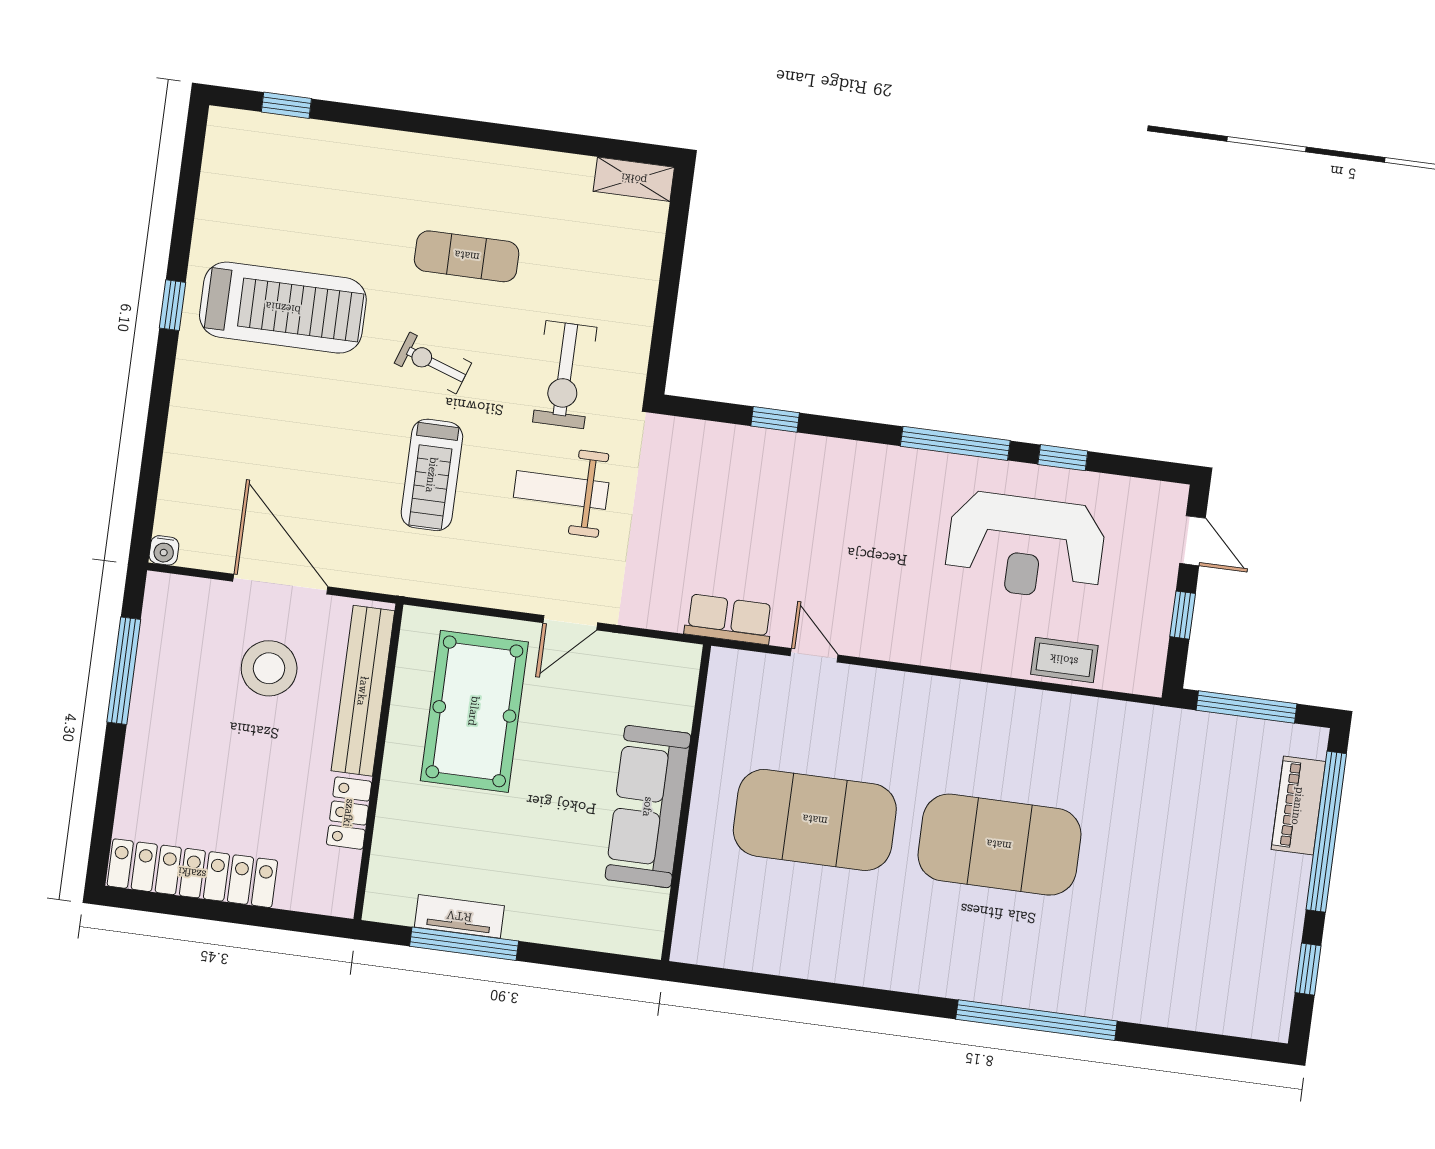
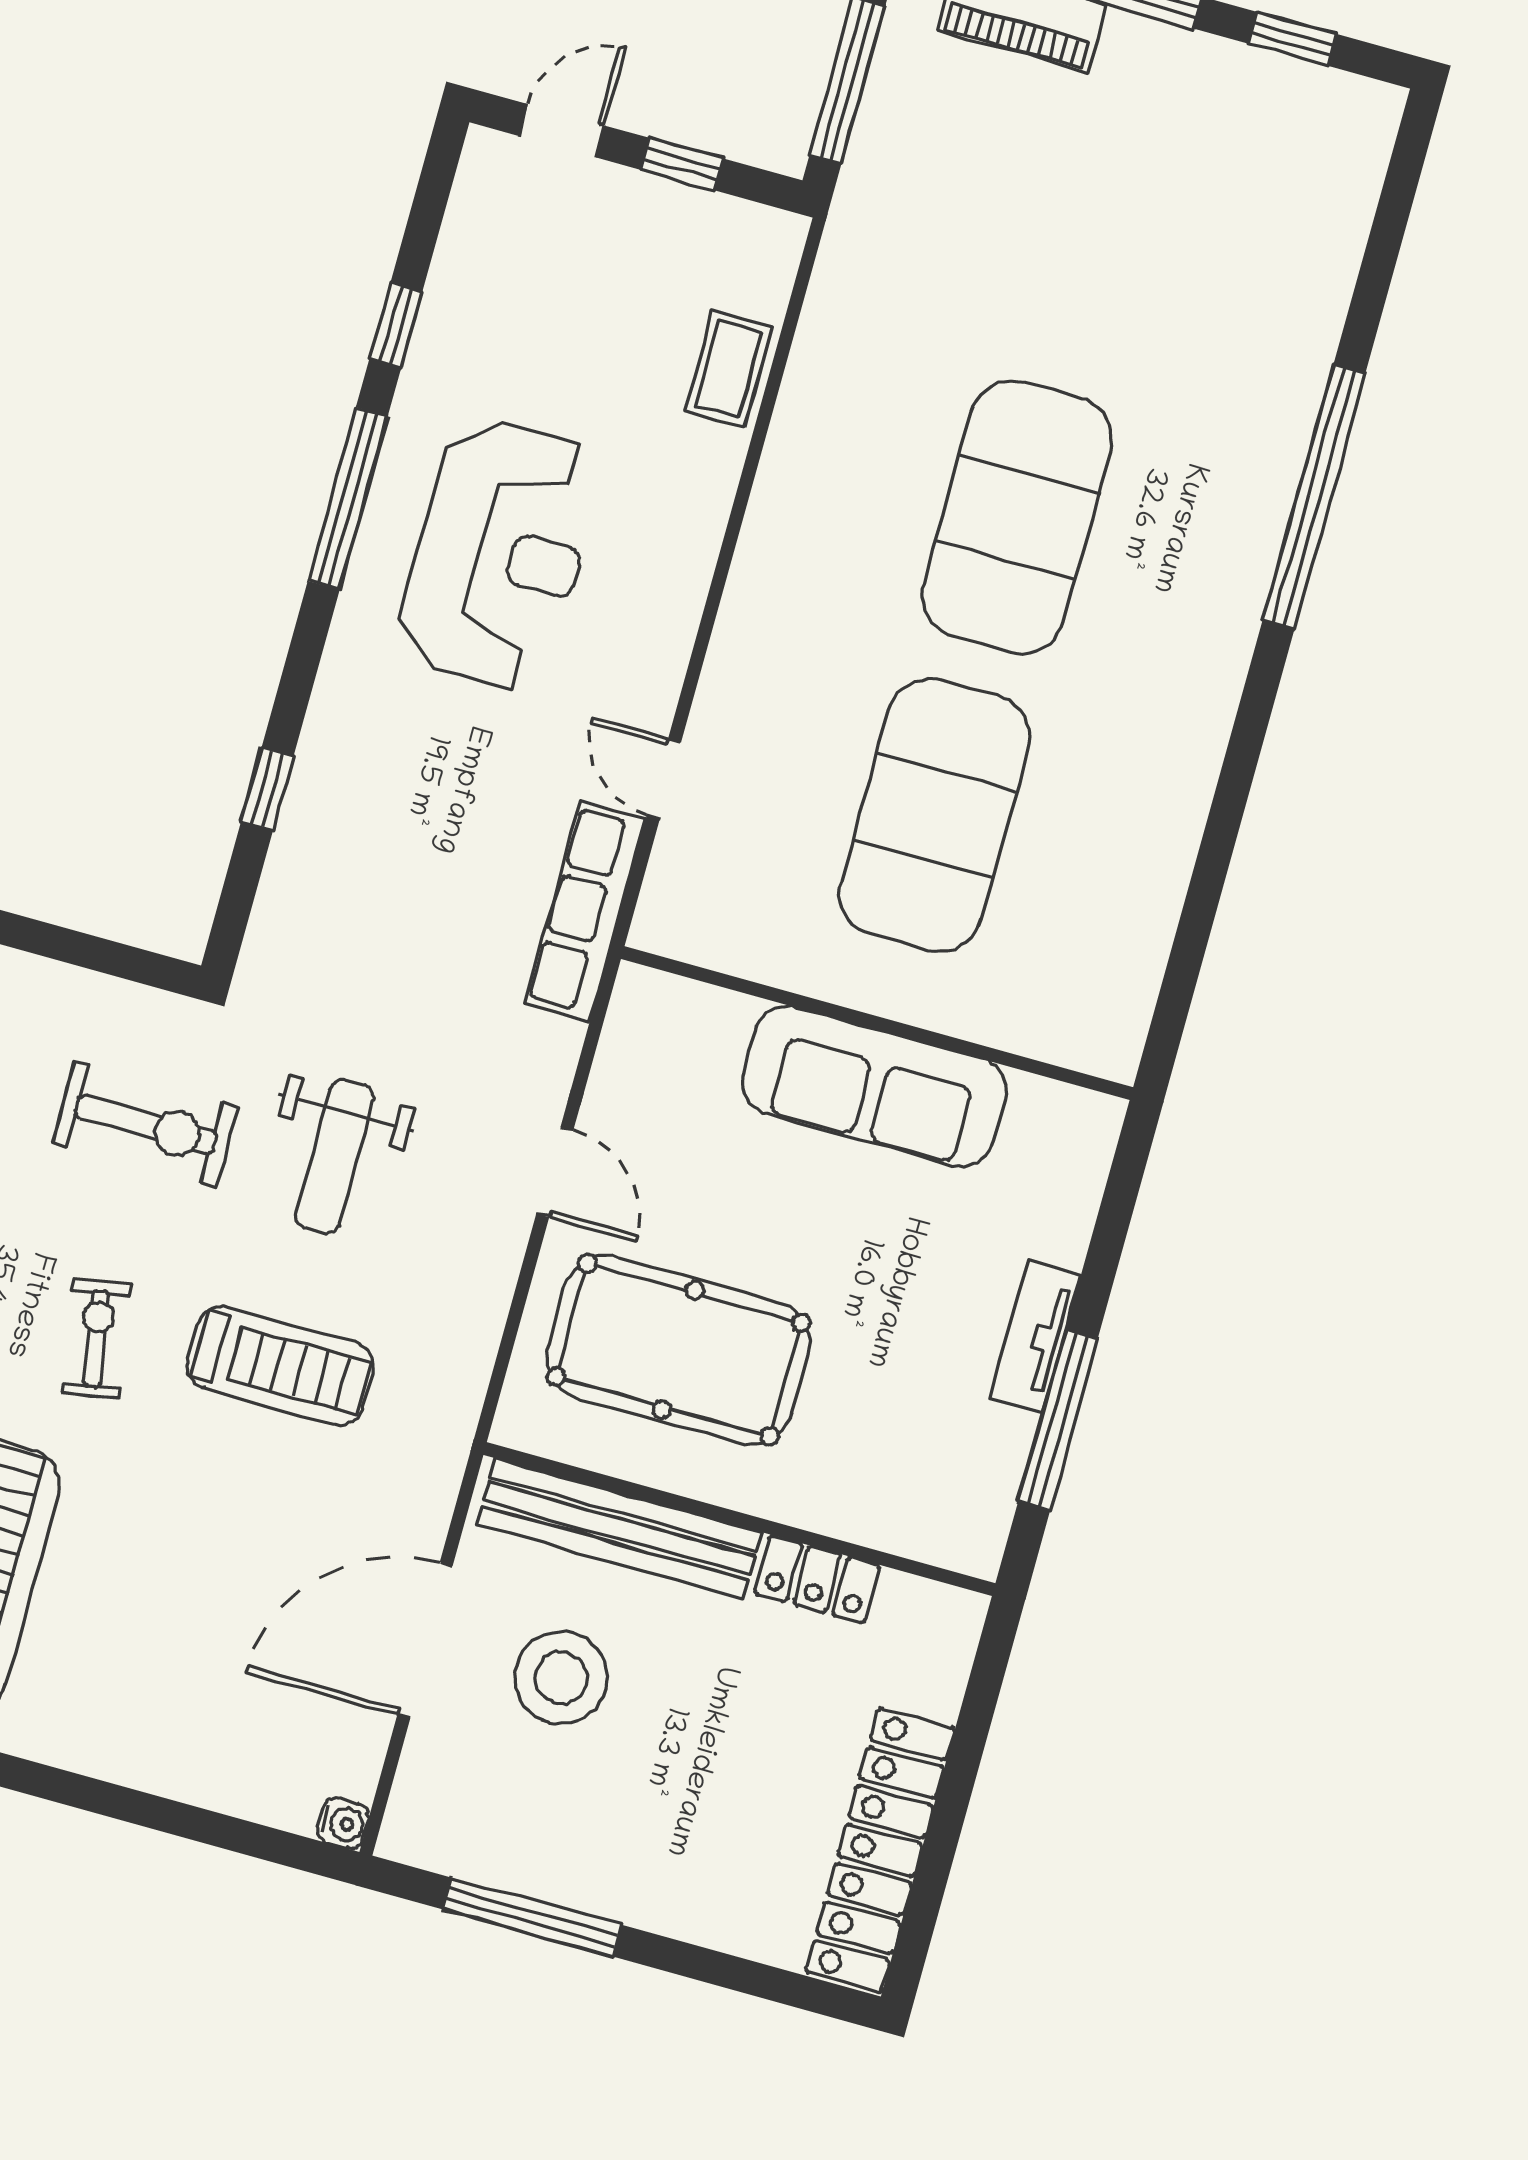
exercise bike: (433, 363) -> (96, 1339), turned 151
reception desk: (1025, 546) -> (499, 554), moved
row of seats: (729, 619) -> (585, 911), width x1.48
door: (814, 655) -> (664, 779), hinge flipped
tv unit: (459, 916) -> (1036, 1336), moved

